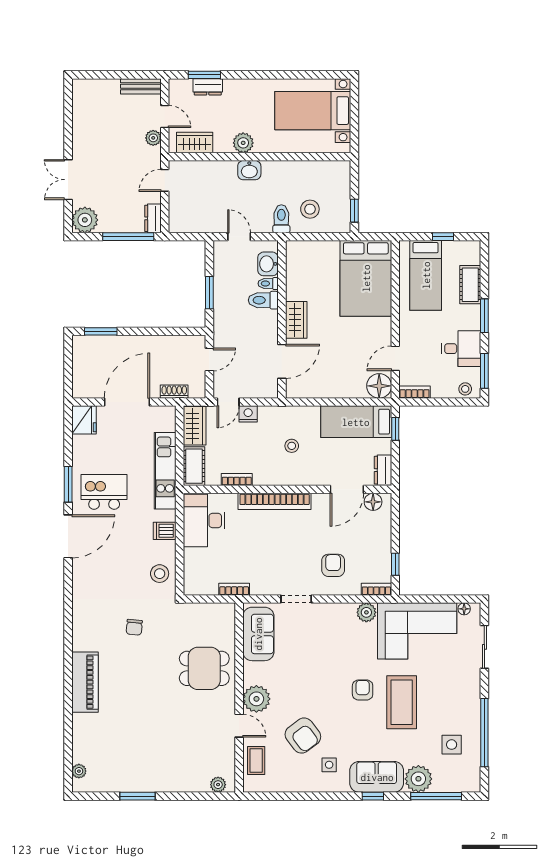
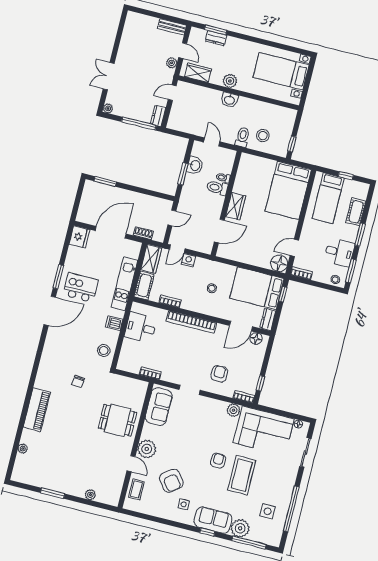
plant: (85, 220) -> (108, 108), width x0.53, depth x0.53
washbasin: (268, 264) -> (195, 165), moved, turned 180
bed: (356, 422) -> (257, 288), width x1.50
desk: (204, 520) -> (141, 328), width x0.73
plant: (79, 771) -> (23, 449), moved
plant: (218, 785) -> (90, 495), moved

